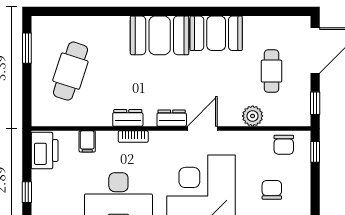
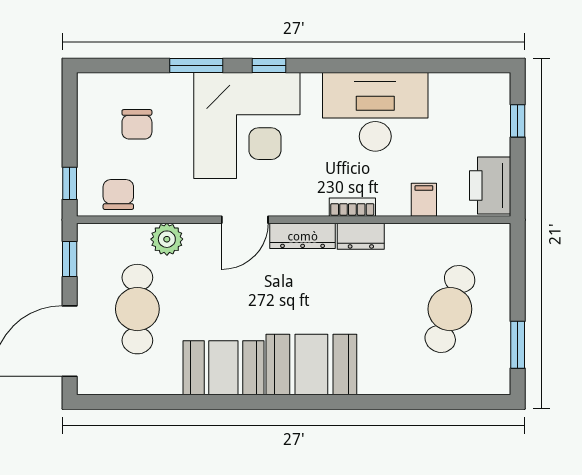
cafe table: (272, 71) -> (137, 309), width x1.37, depth x1.35
dresser: (172, 118) -> (303, 236), width x1.44

